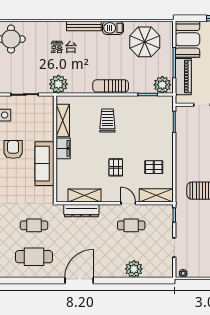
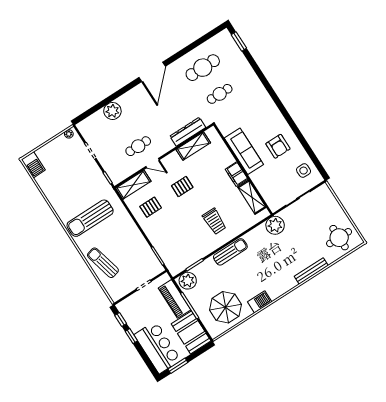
bench: (84, 26) -> (311, 271), moved
pallet: (116, 167) -> (182, 187), turned 90

